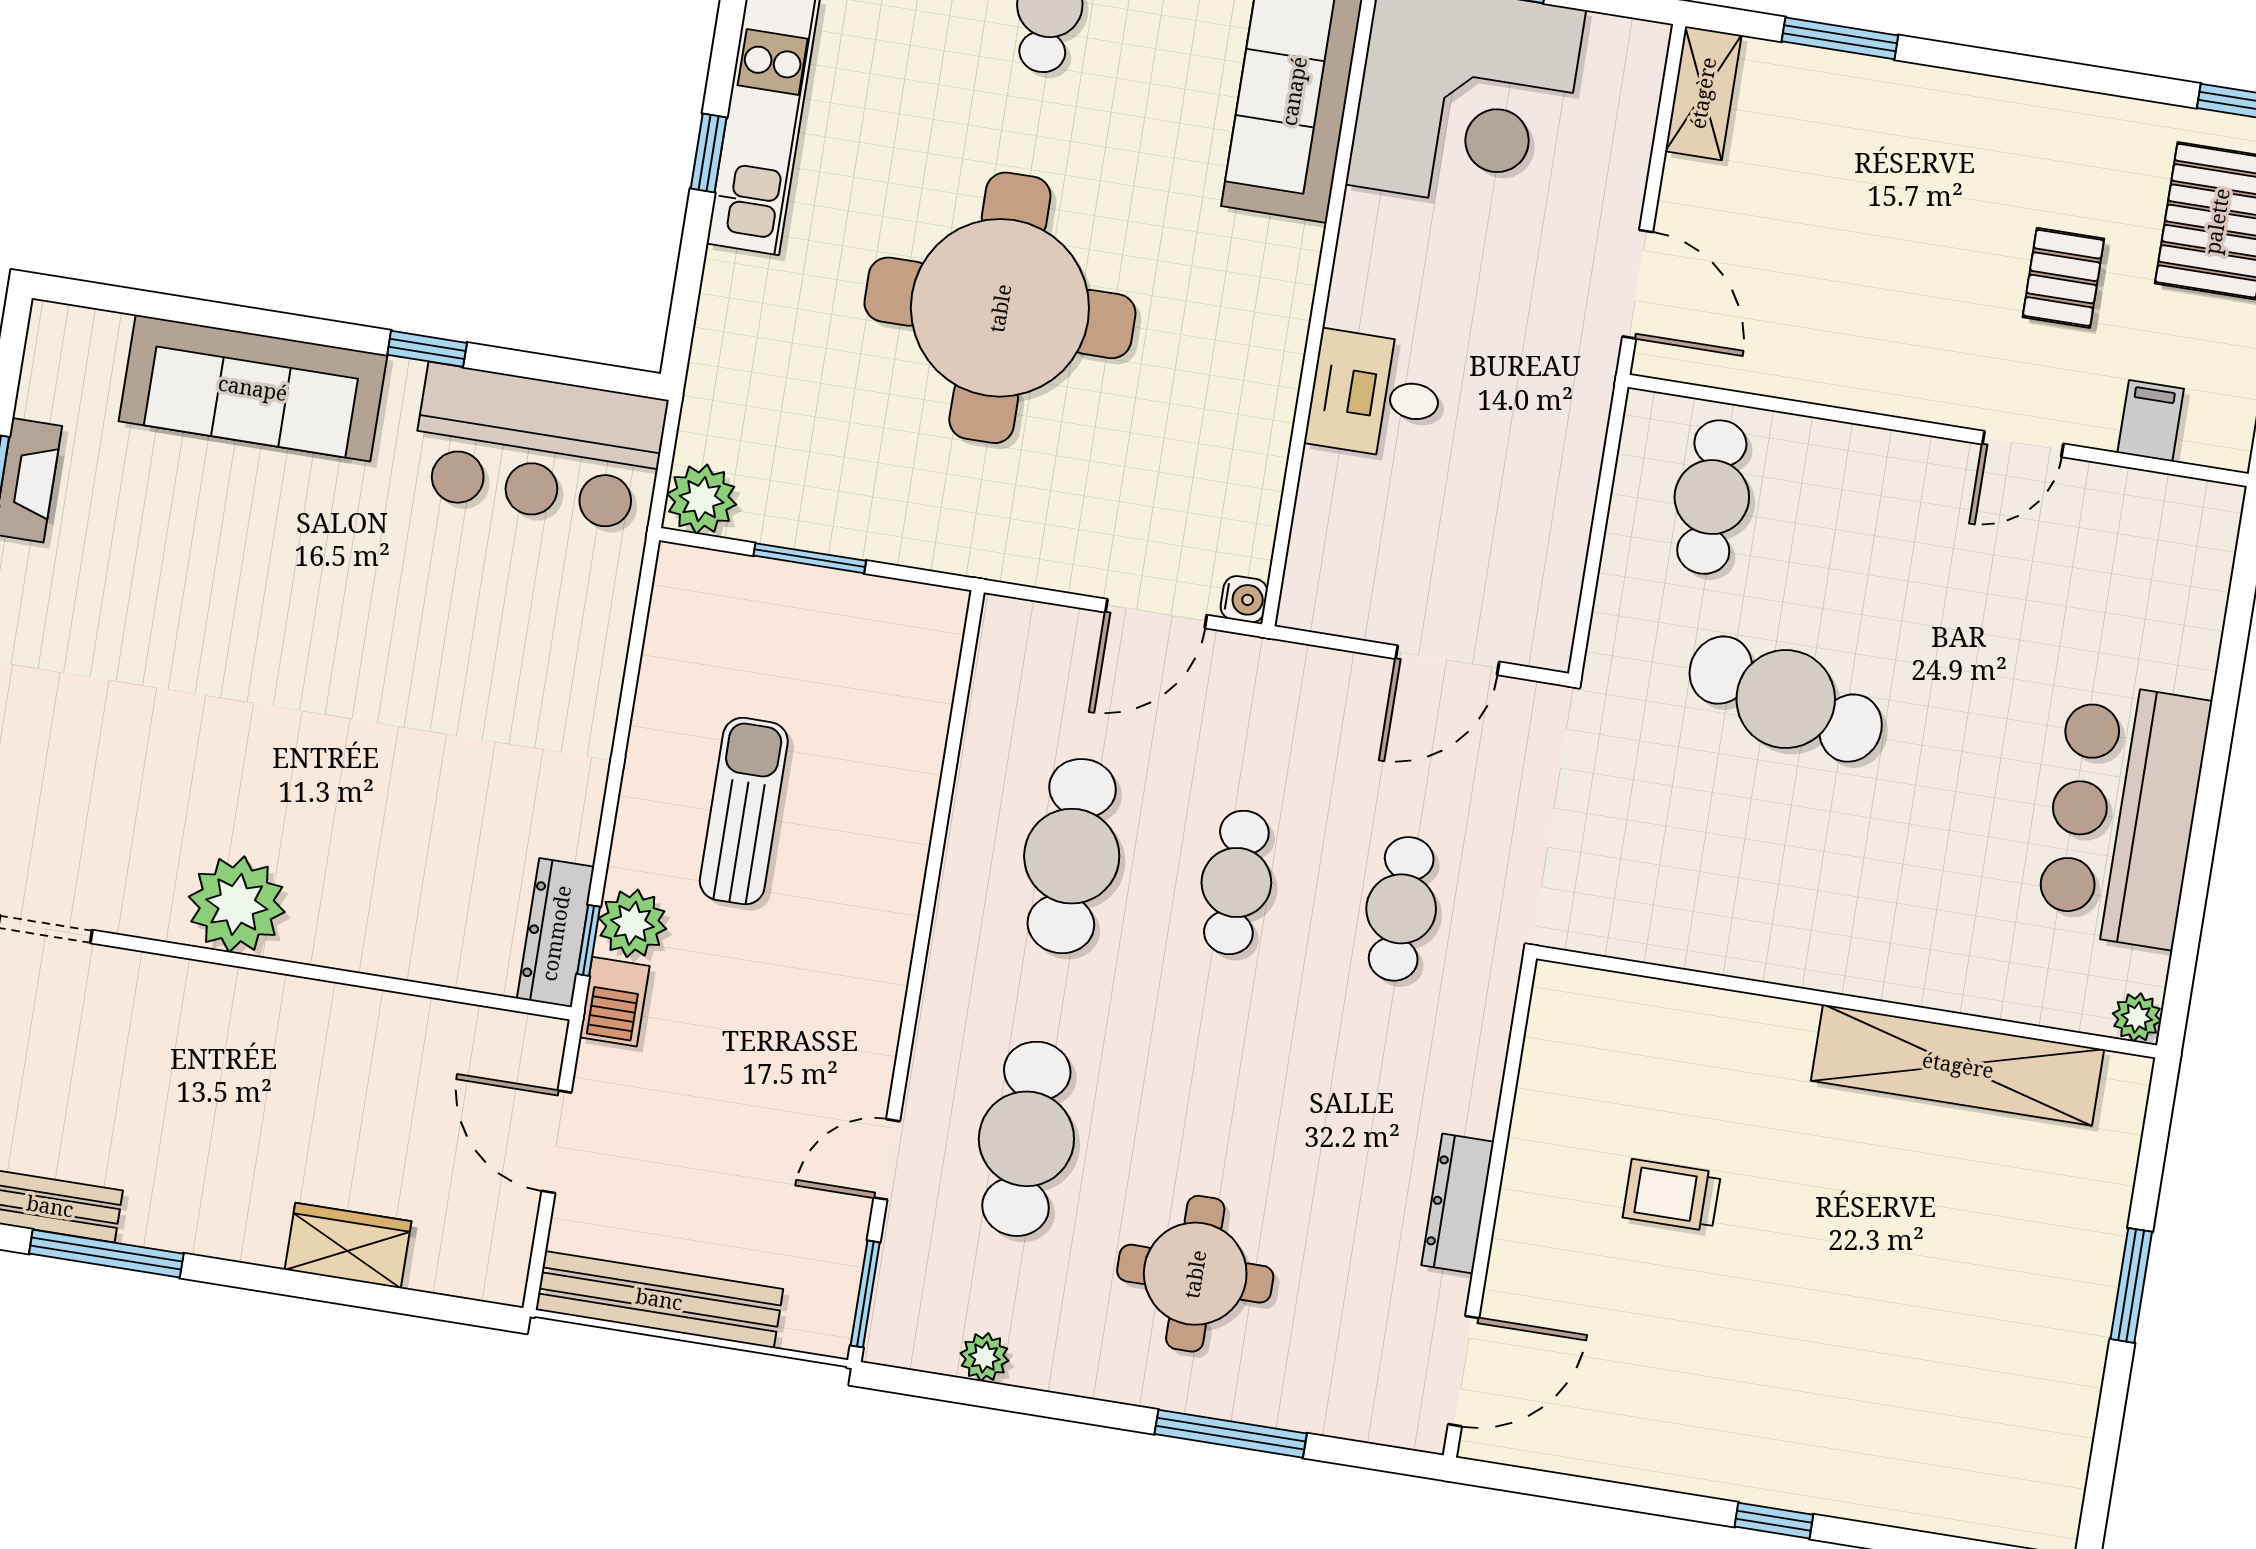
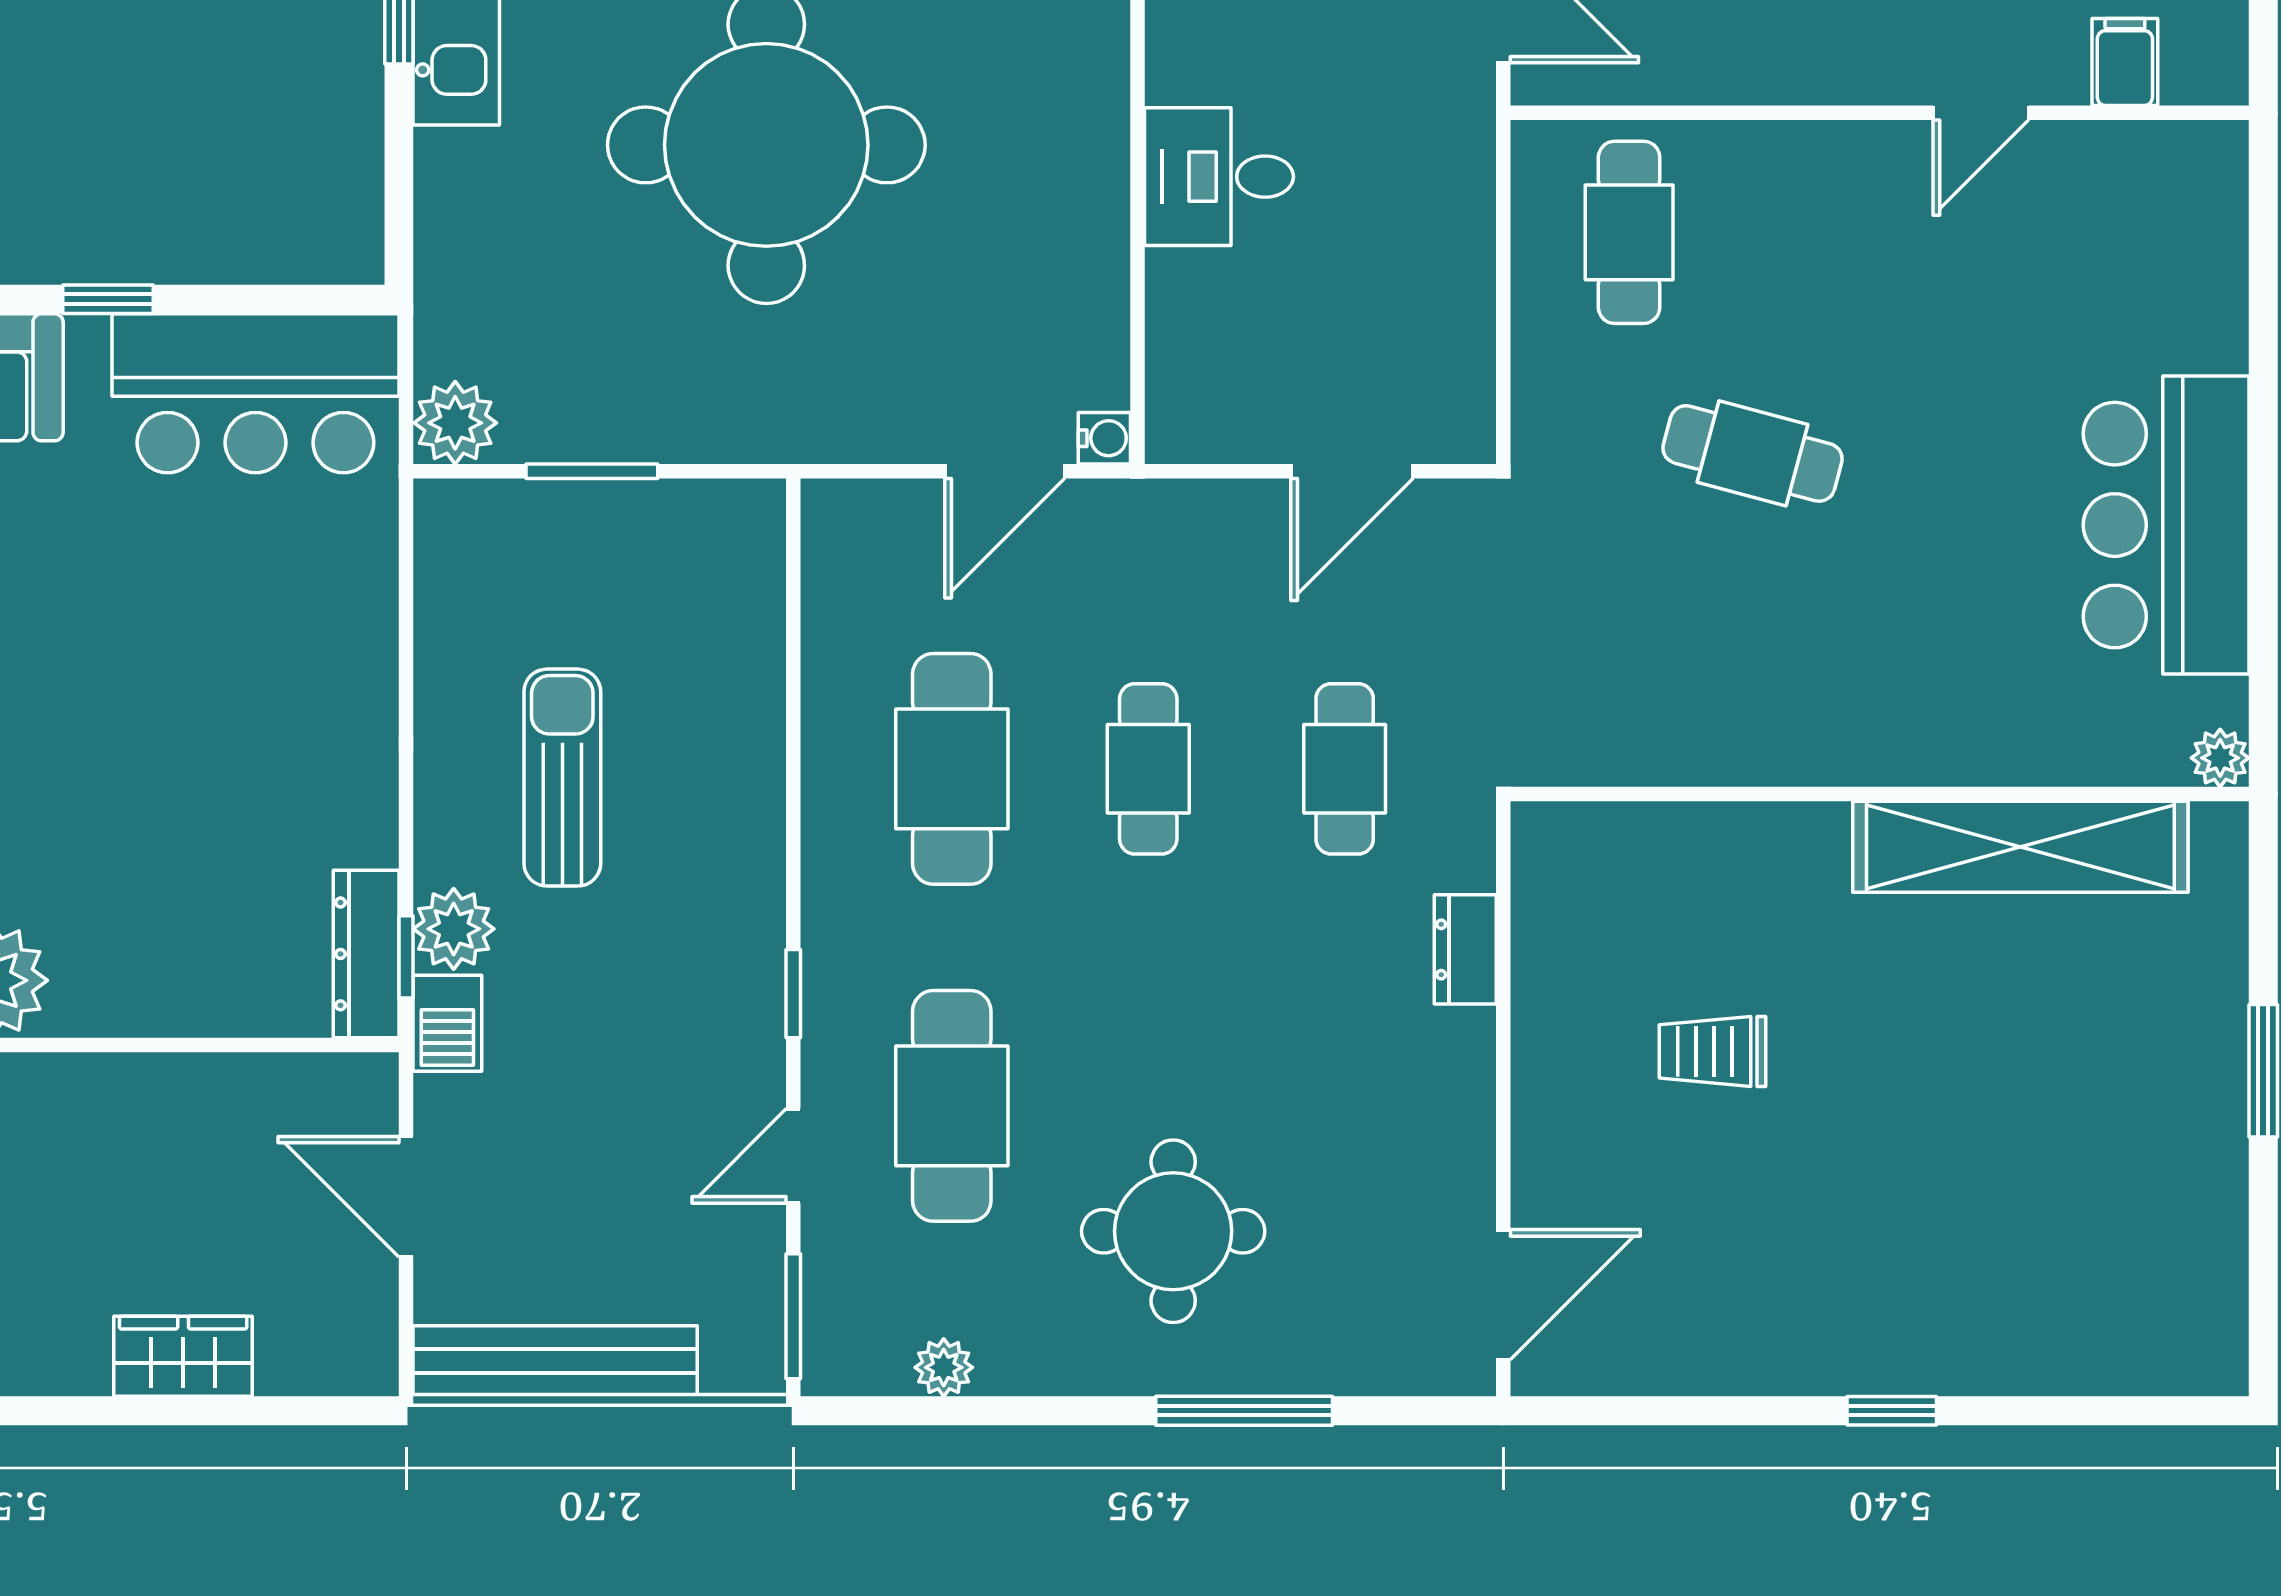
cafe table: (1786, 699) -> (1753, 453), width x0.73, depth x0.74
window: (909, 1023) -> (793, 994), added
dresser: (1458, 1204) -> (1465, 949), moved, width x0.70

